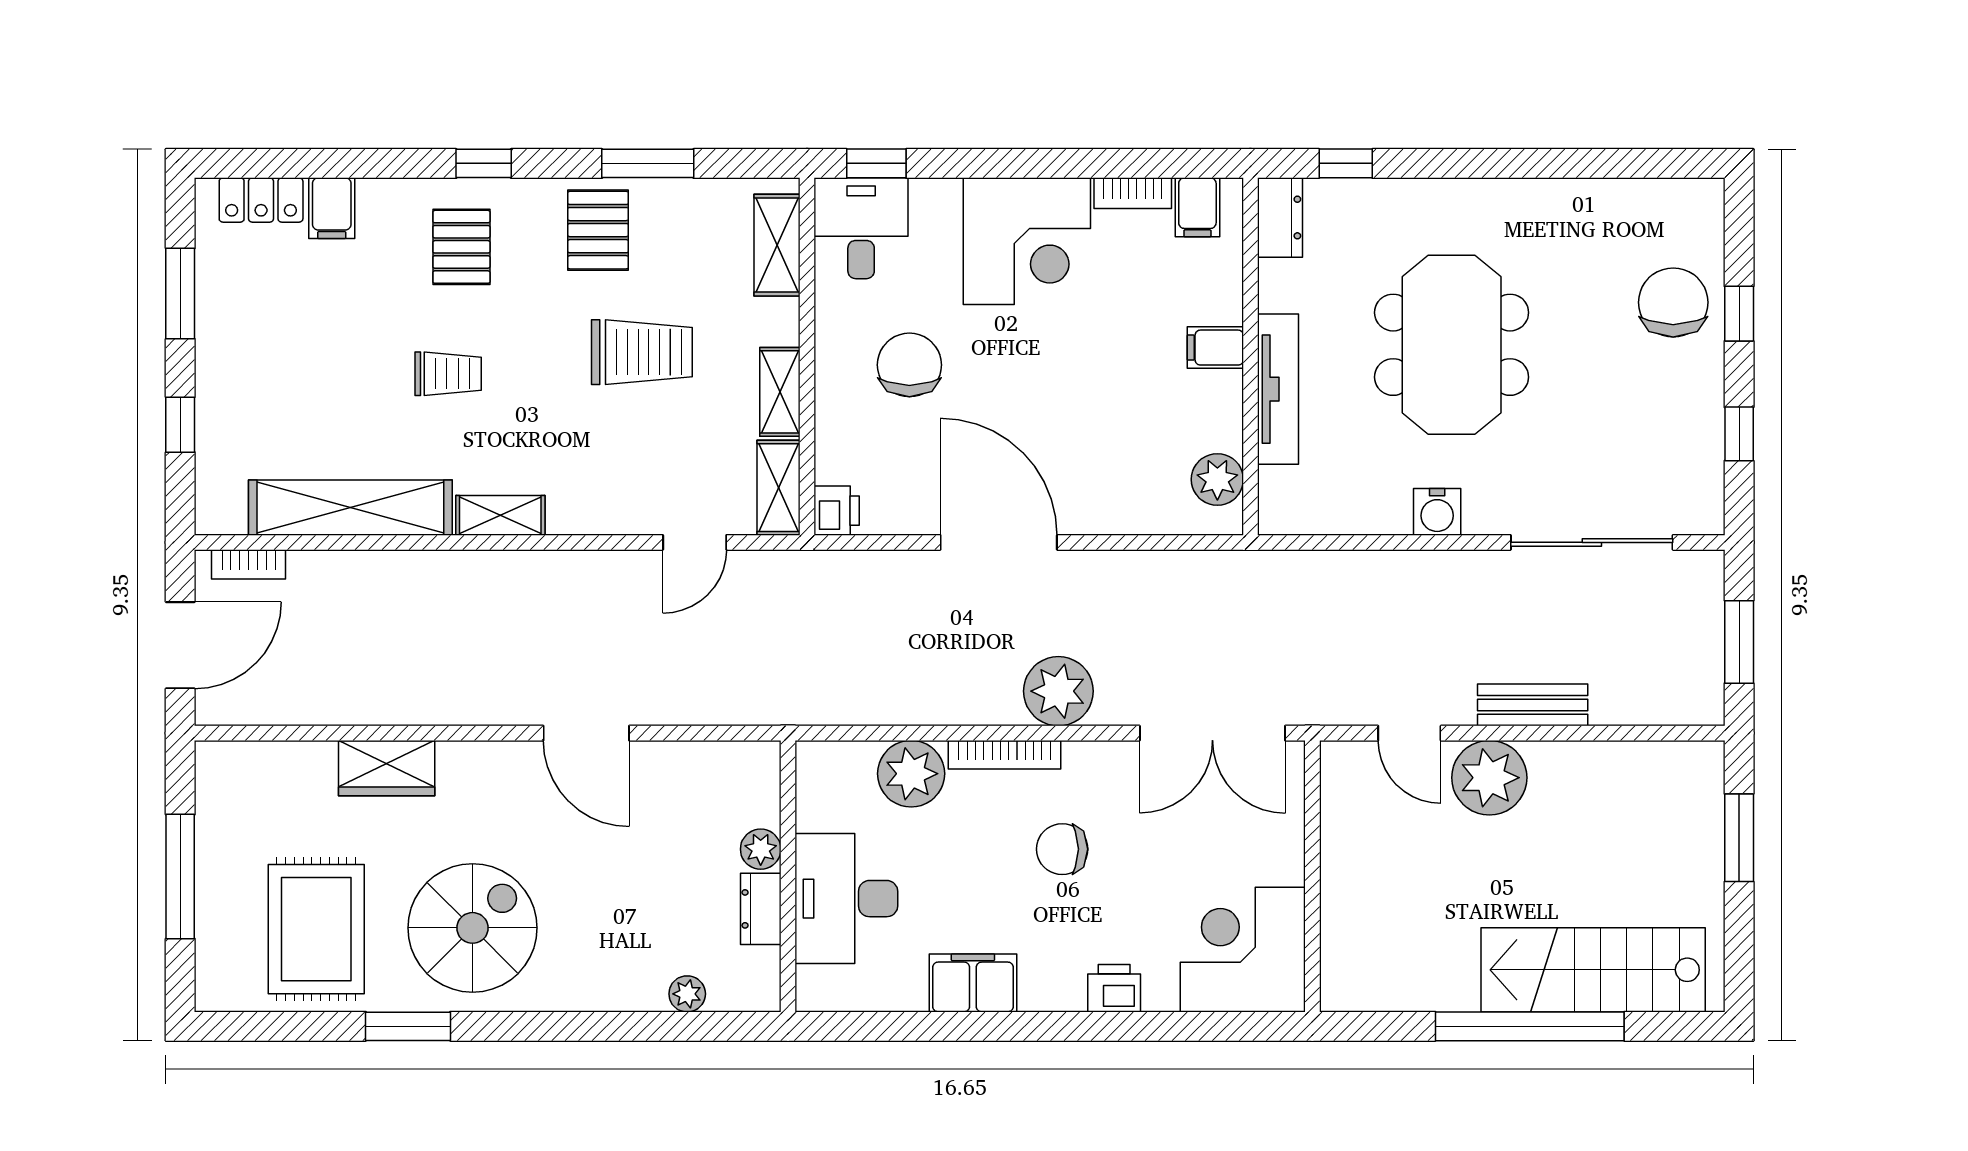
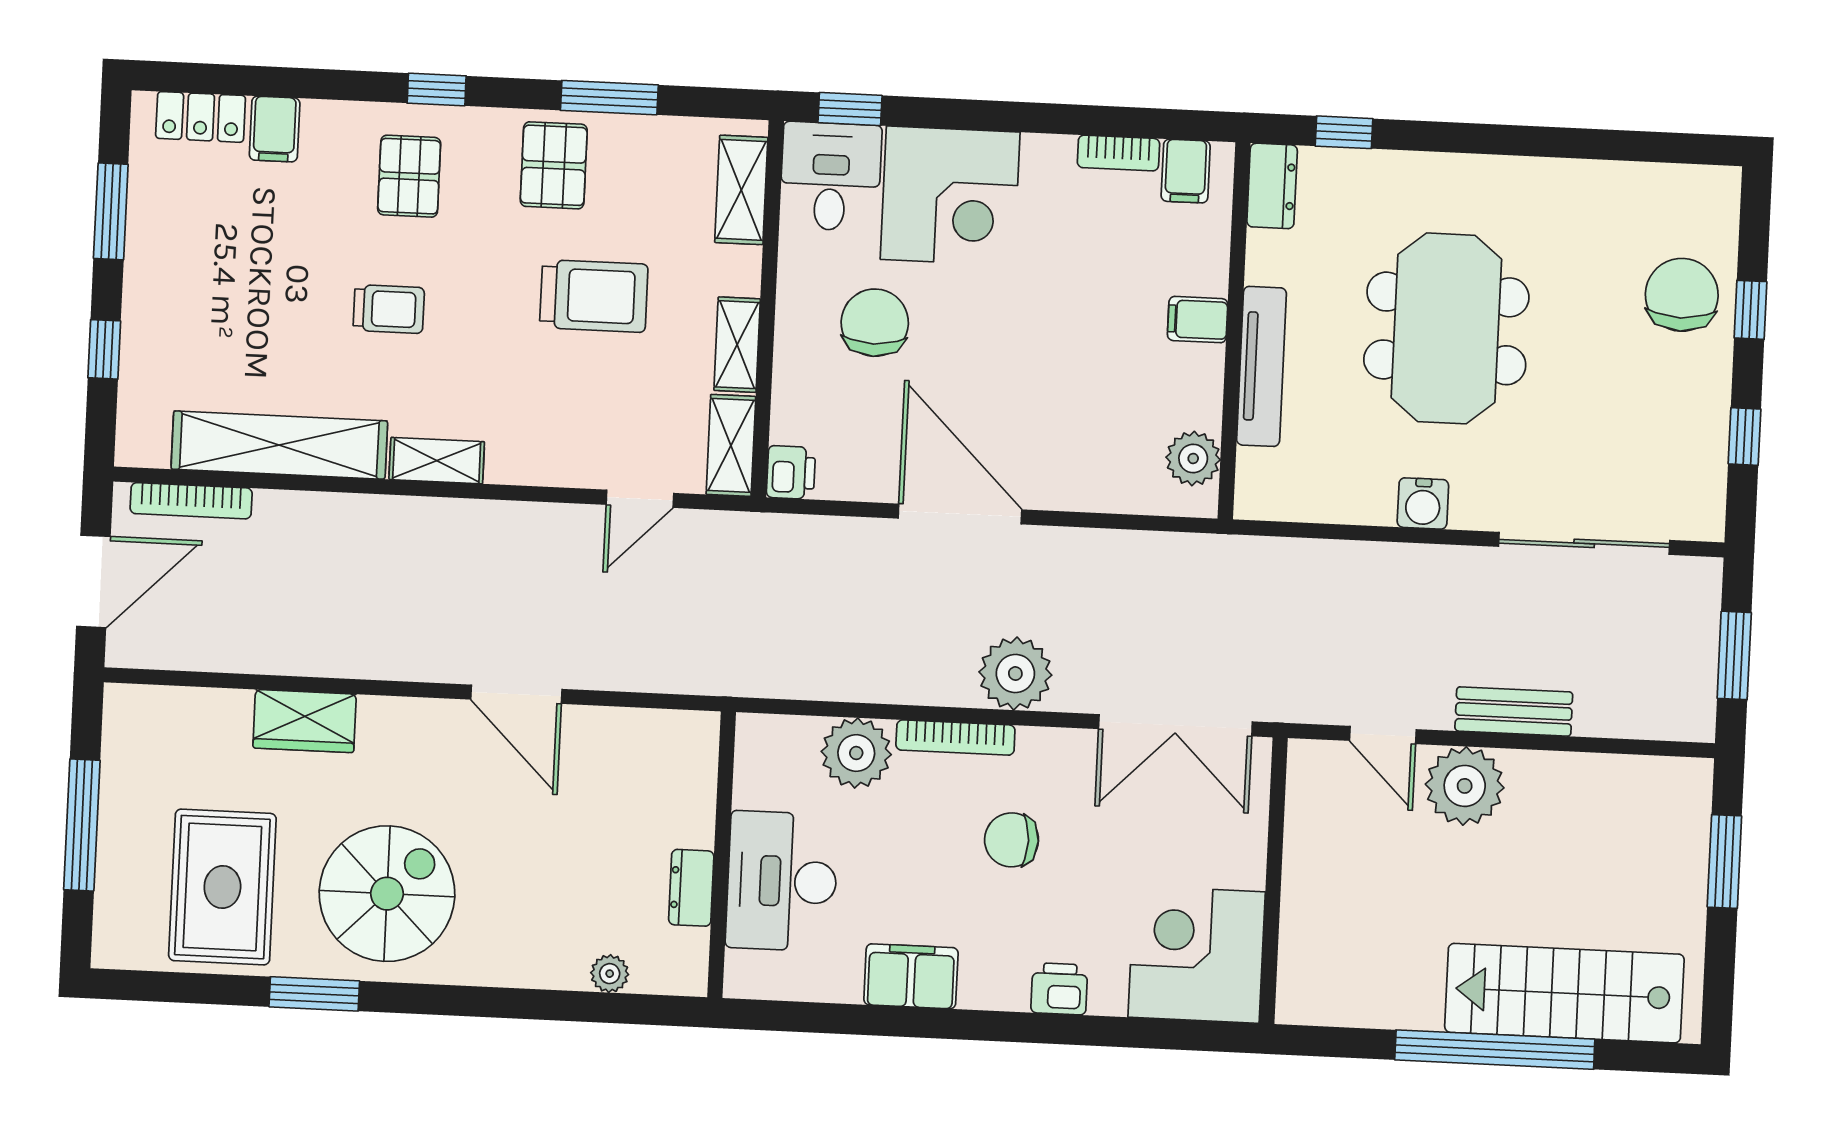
corner desk: (1027, 241) -> (950, 196), moved
bookcase: (249, 564) -> (191, 501), width x1.56
plant: (761, 849) -> (694, 825), removed

